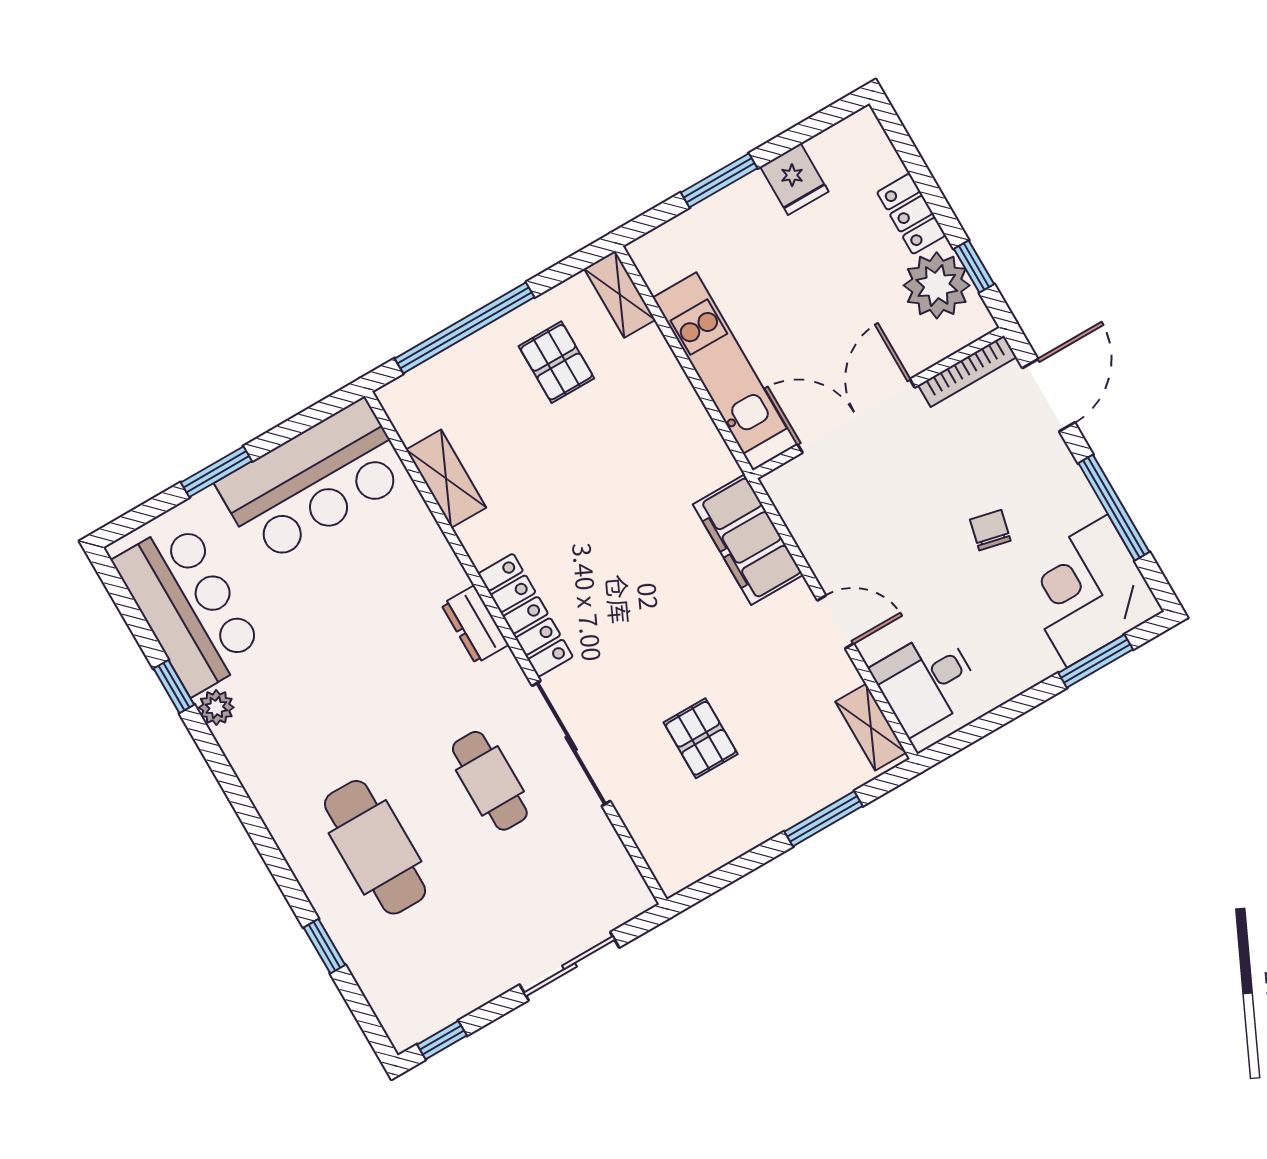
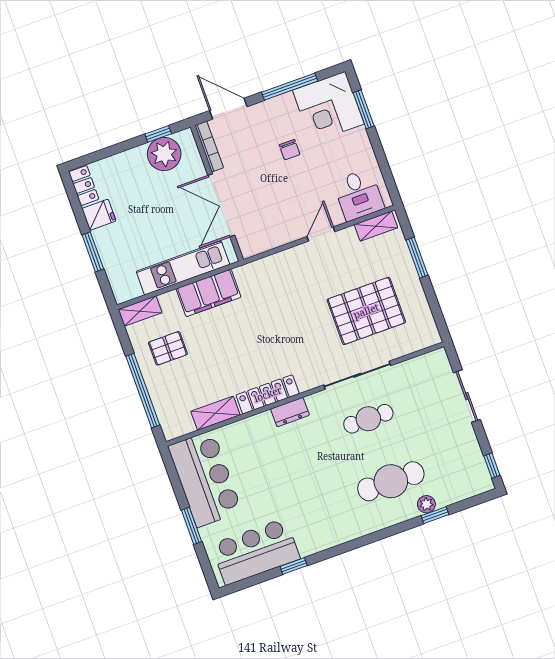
locker: (911, 214) -> (84, 186), moved, turned -90
chair: (990, 530) -> (290, 150), turned -103
filing cabinet: (748, 540) -> (209, 293), moved
locker: (525, 615) -> (268, 394), moved
plant: (216, 707) -> (426, 504), moved
pallet: (701, 738) -> (366, 311), width x2.05, depth x2.00

